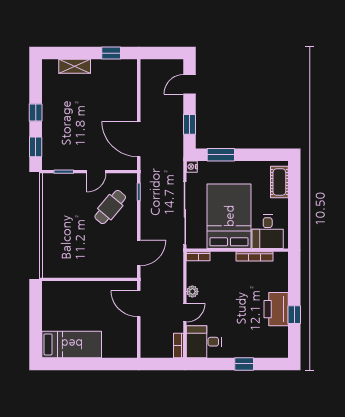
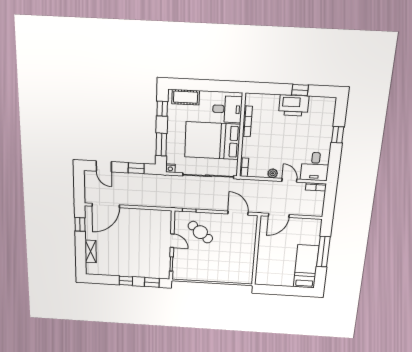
door: (139, 139) -> (106, 205), moved
window: (264, 155) -> (162, 109), added
window: (93, 364) -> (323, 252), added

